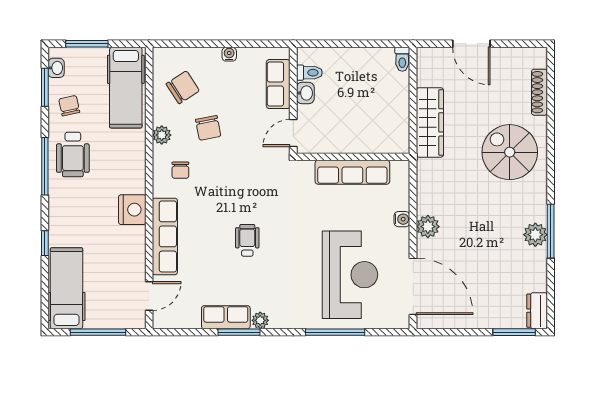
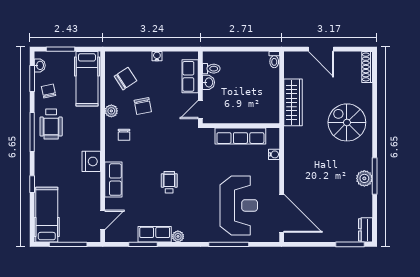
shoe rack: (539, 92) -> (367, 67), moved
water cooler: (402, 219) -> (274, 154), moved
plant: (428, 227) -> (292, 173), removed
row of seats: (165, 236) -> (113, 180), width x0.68
window: (239, 332) -> (143, 244), moved

